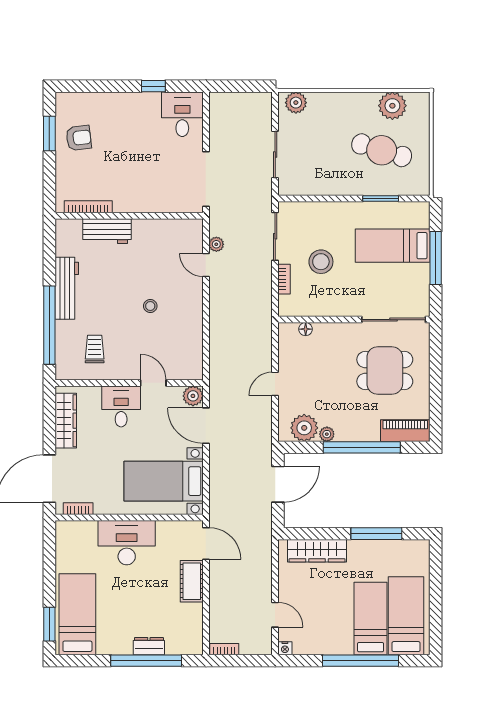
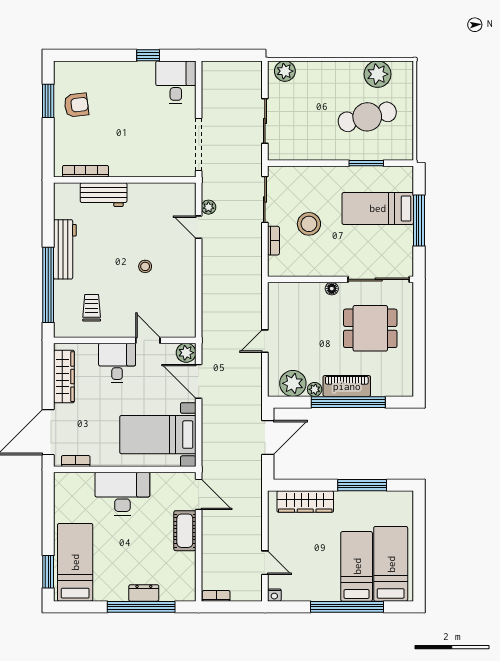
cafe table: (382, 150) -> (367, 117), turned -31
floor lamp: (306, 329) -> (332, 289), moved
piano: (405, 431) -> (347, 386), moved

